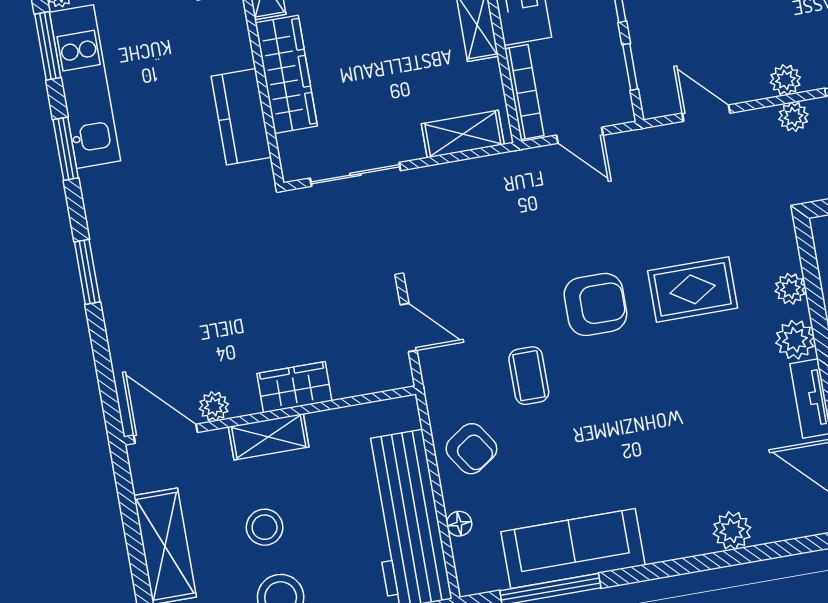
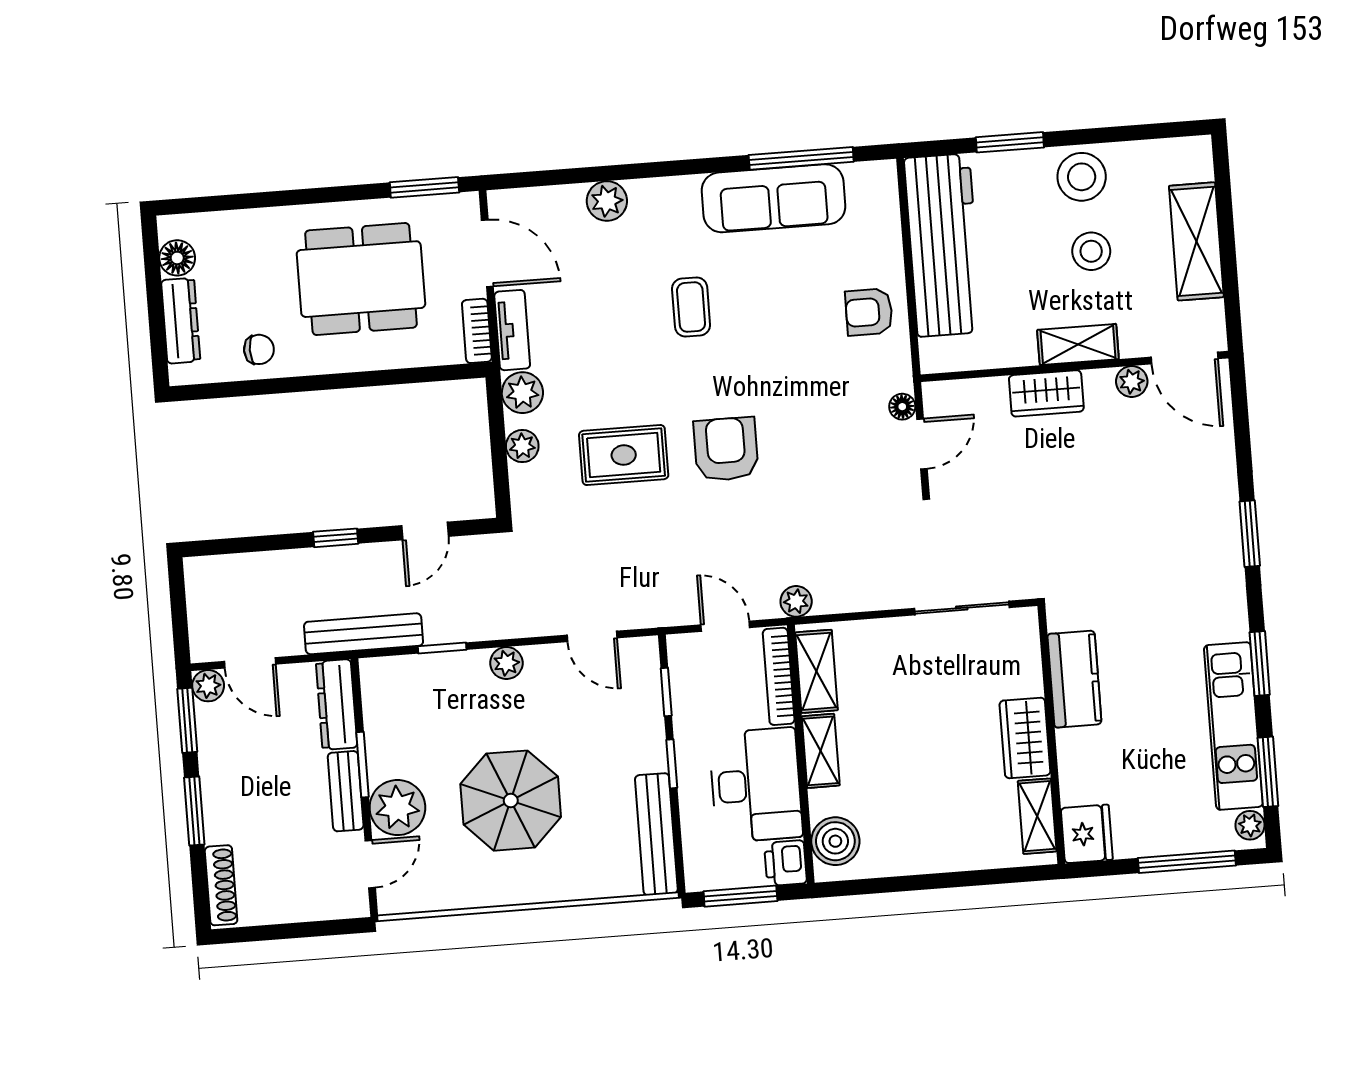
wardrobe: (286, 74) -> (1025, 738), width x0.67
plant: (793, 117) -> (796, 601), moved
shelving: (463, 134) -> (817, 671), moved, turned 90
armchair: (595, 304) -> (726, 449), turned 90
door: (409, 328) -> (922, 444), swing flipped
coffee table: (529, 376) -> (691, 307), moved
armchair: (471, 449) -> (869, 312), turned -56
floor lamp: (459, 524) -> (902, 407), moved

